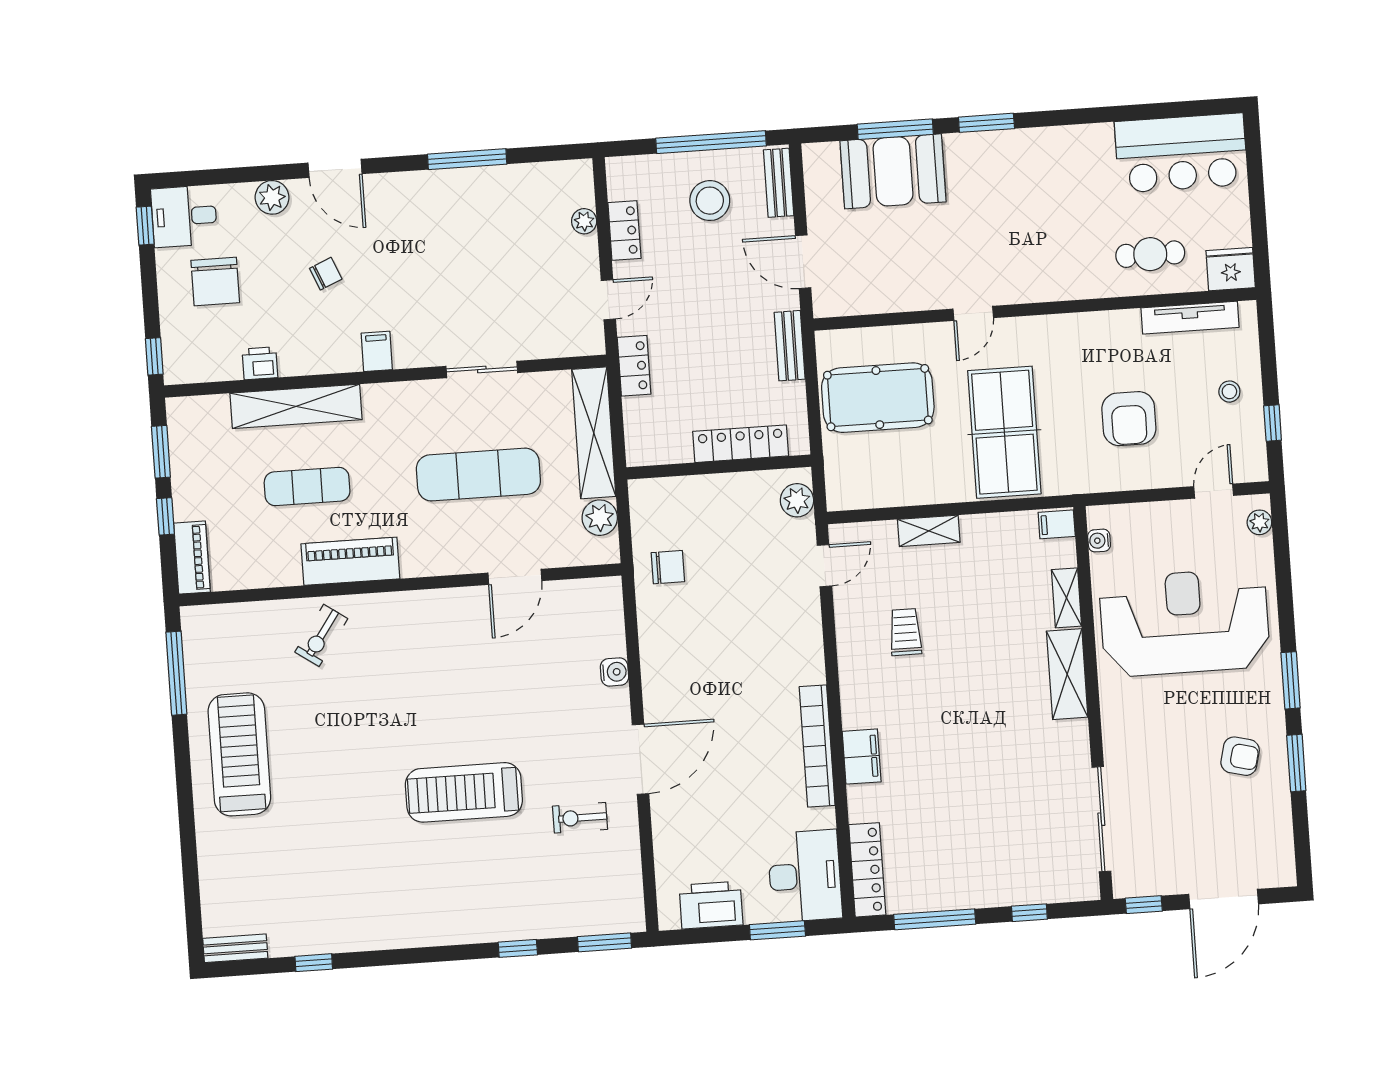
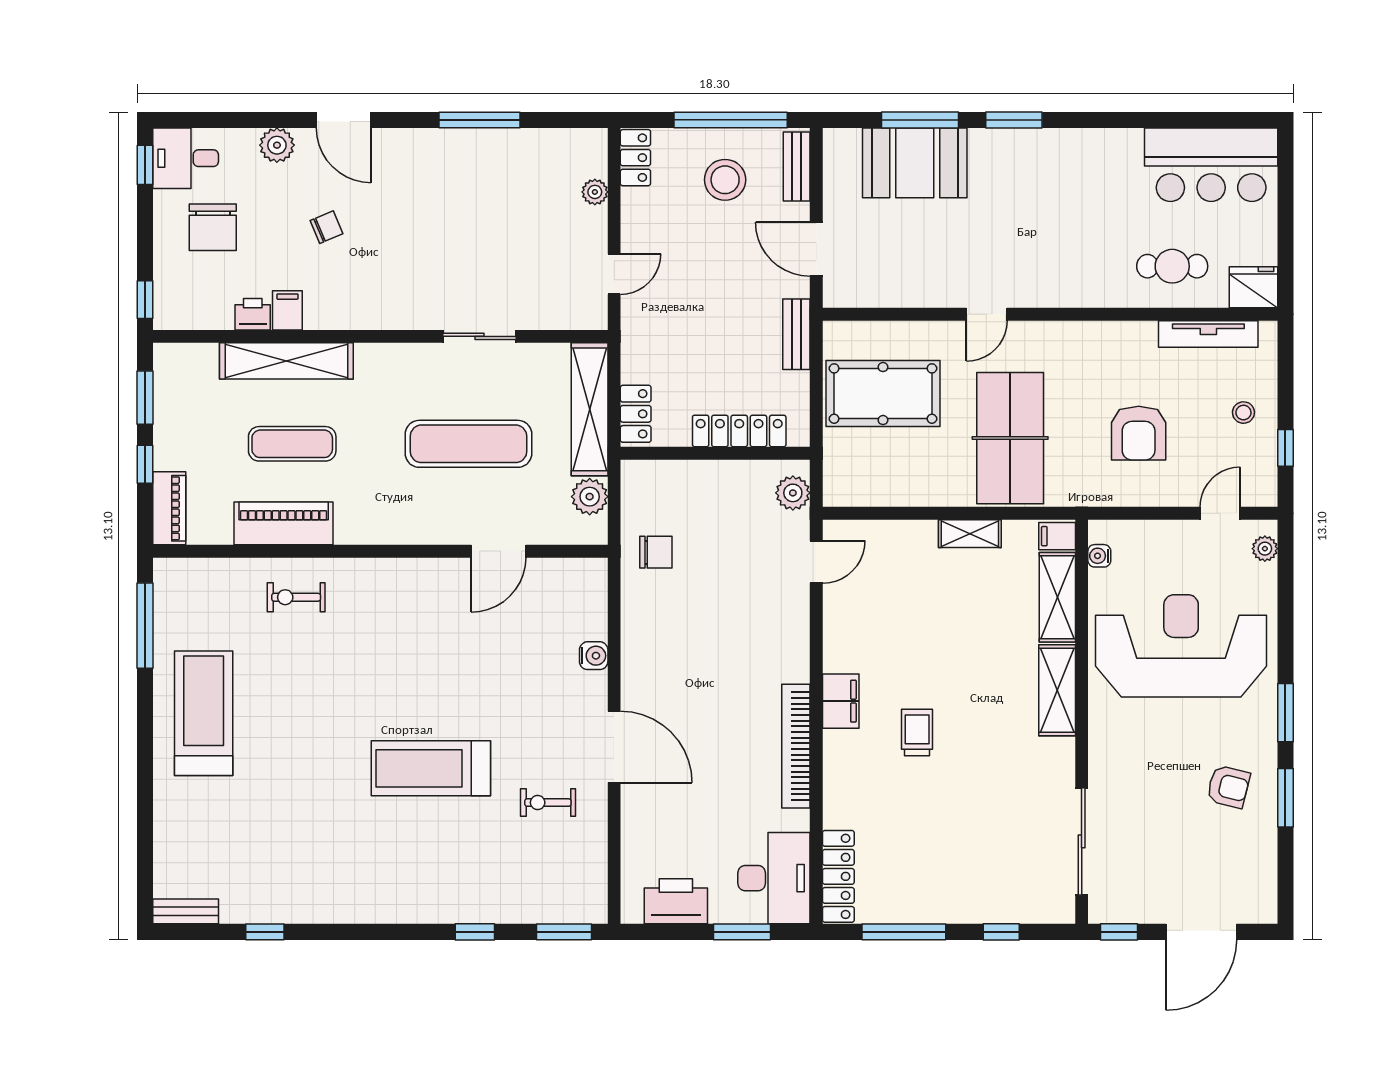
locker: (624, 231) -> (635, 158), moved
filing cabinet: (377, 351) -> (287, 310), moved
locker: (634, 366) -> (636, 414), moved
shelving: (929, 531) -> (970, 534), moved
piano: (350, 561) -> (284, 523), moved
shelving: (1067, 598) -> (1057, 597), width x1.50, depth x1.33
trolley: (905, 632) -> (917, 733), moved
exercise bike: (321, 635) -> (296, 597), turned 55
filing cabinet: (862, 757) -> (841, 701), moved
door: (641, 759) -> (614, 747), hinge flipped

